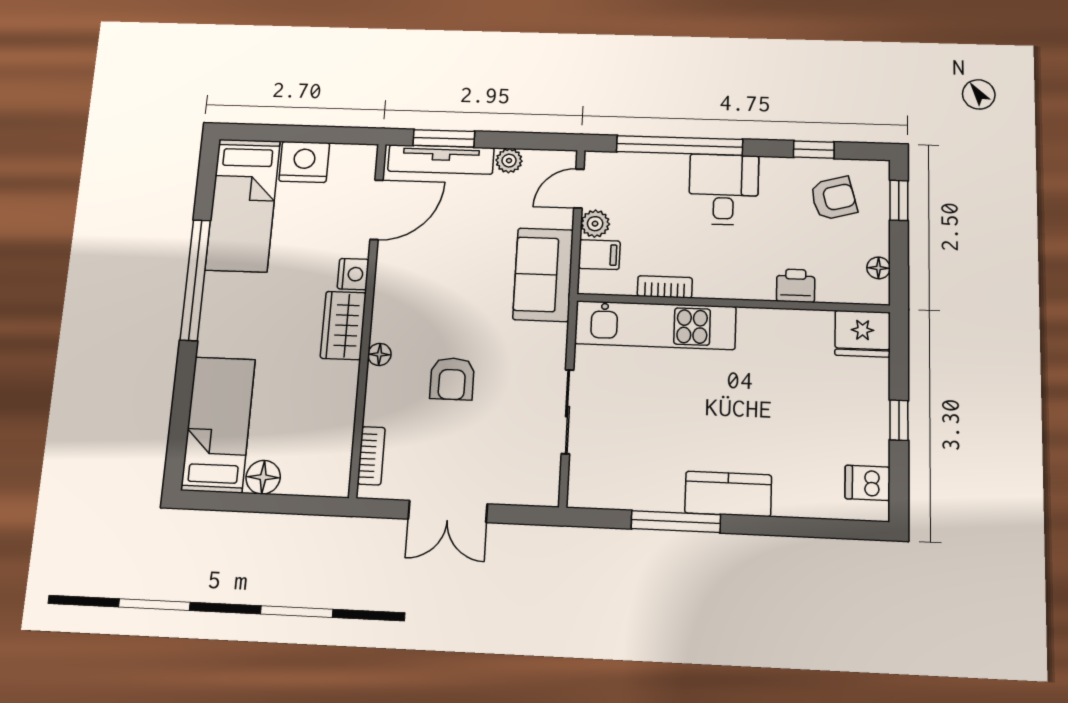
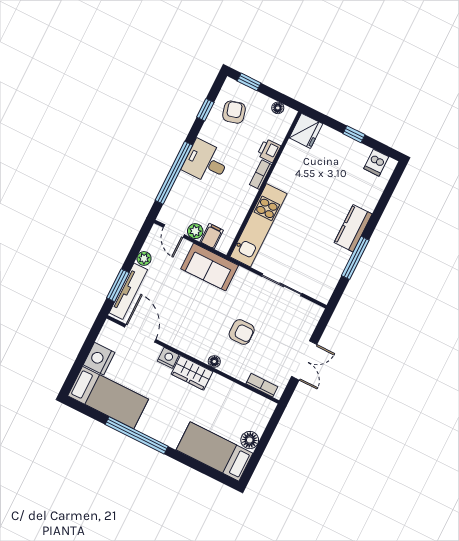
bookcase: (665, 287) -> (261, 175), moved

